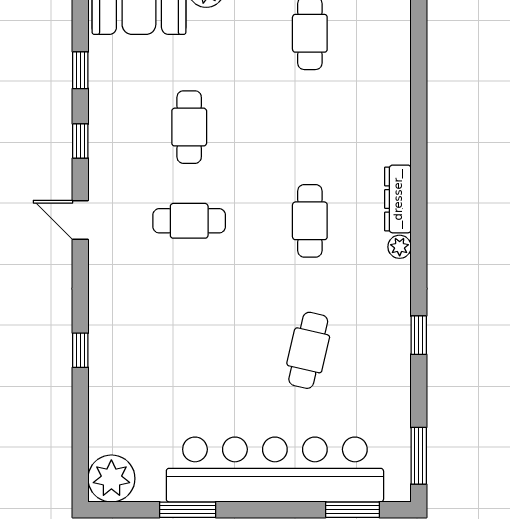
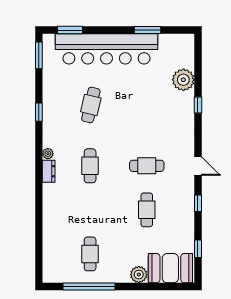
window: (80, 70) -> (198, 249), moved
dresser: (398, 199) -> (49, 171), width x0.70
plant: (111, 479) -> (183, 80), moved

